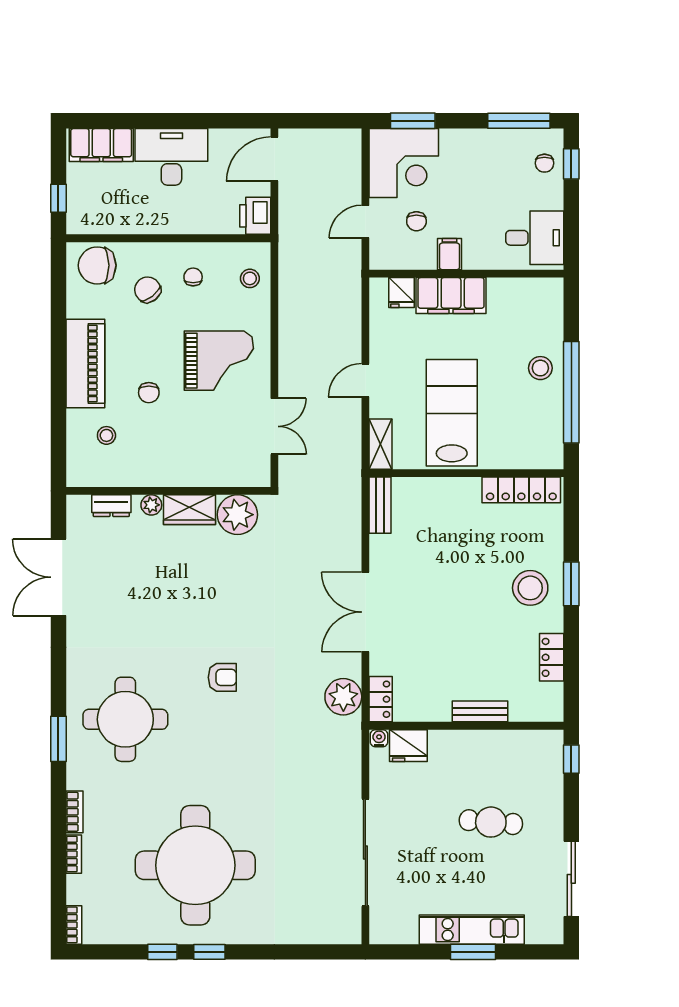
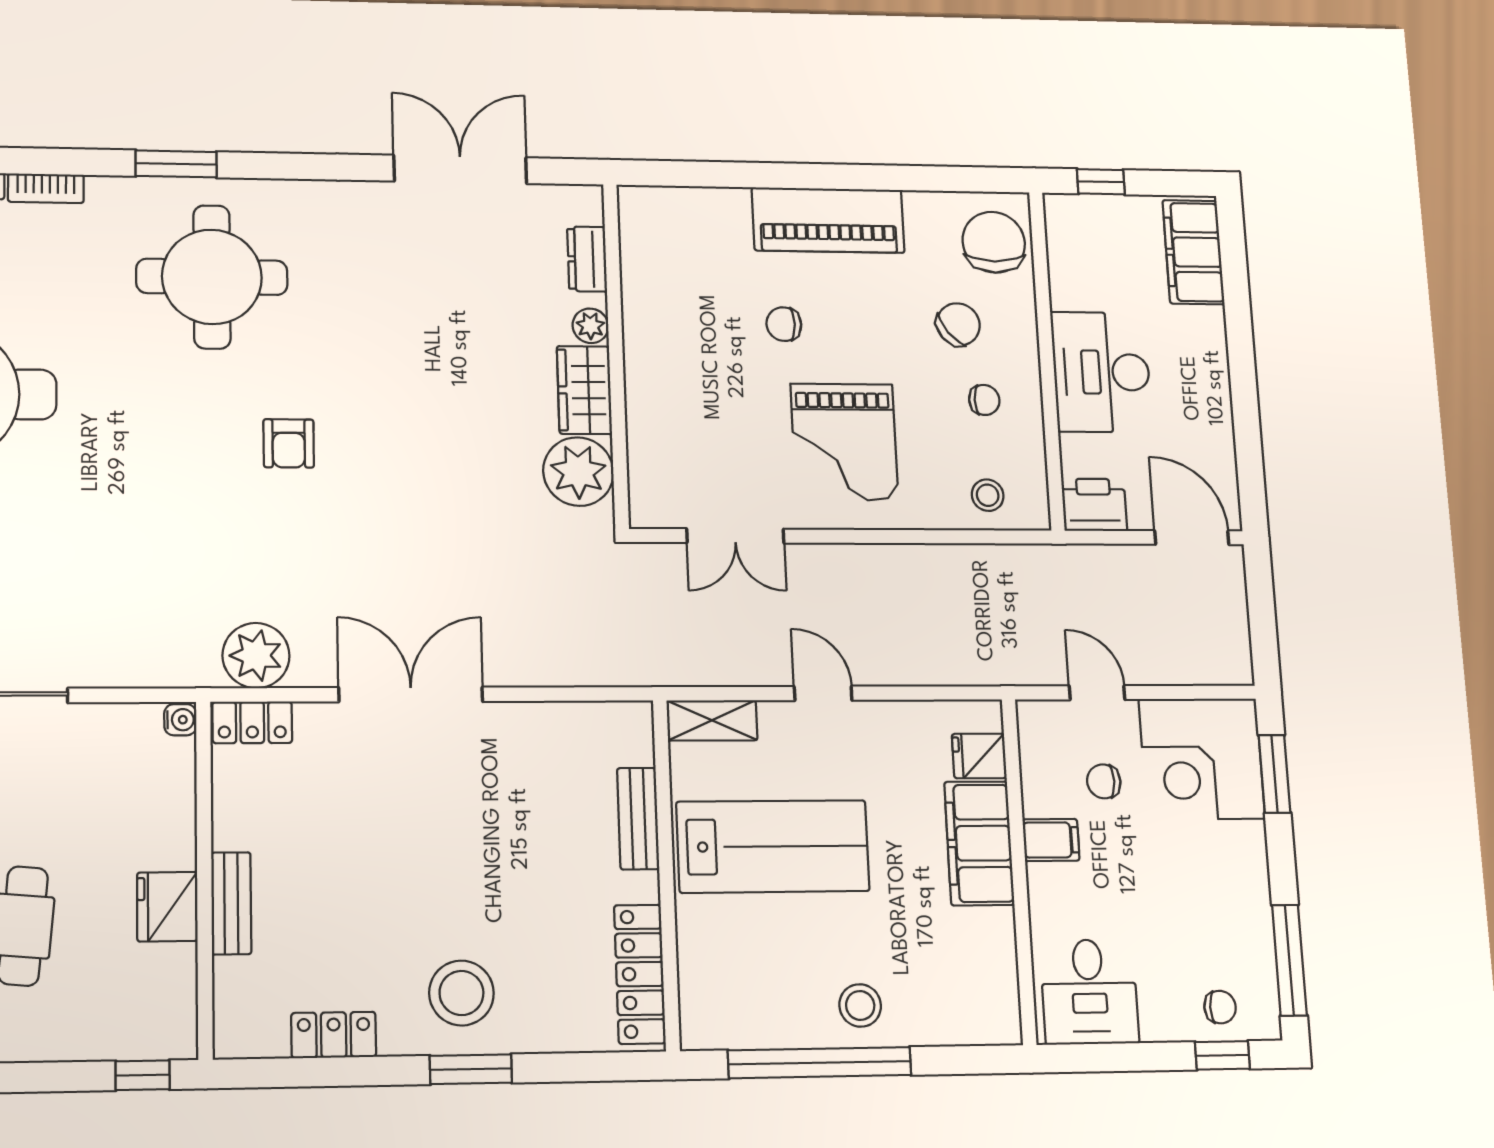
desk: (171, 157) -> (1101, 372), moved, turned 180
chair: (544, 163) -> (1220, 1007), turned 180
stool: (106, 435) -> (707, 253), removed
bench: (380, 505) -> (638, 819), moved, turned 90
fridge: (408, 746) -> (167, 907), moved

